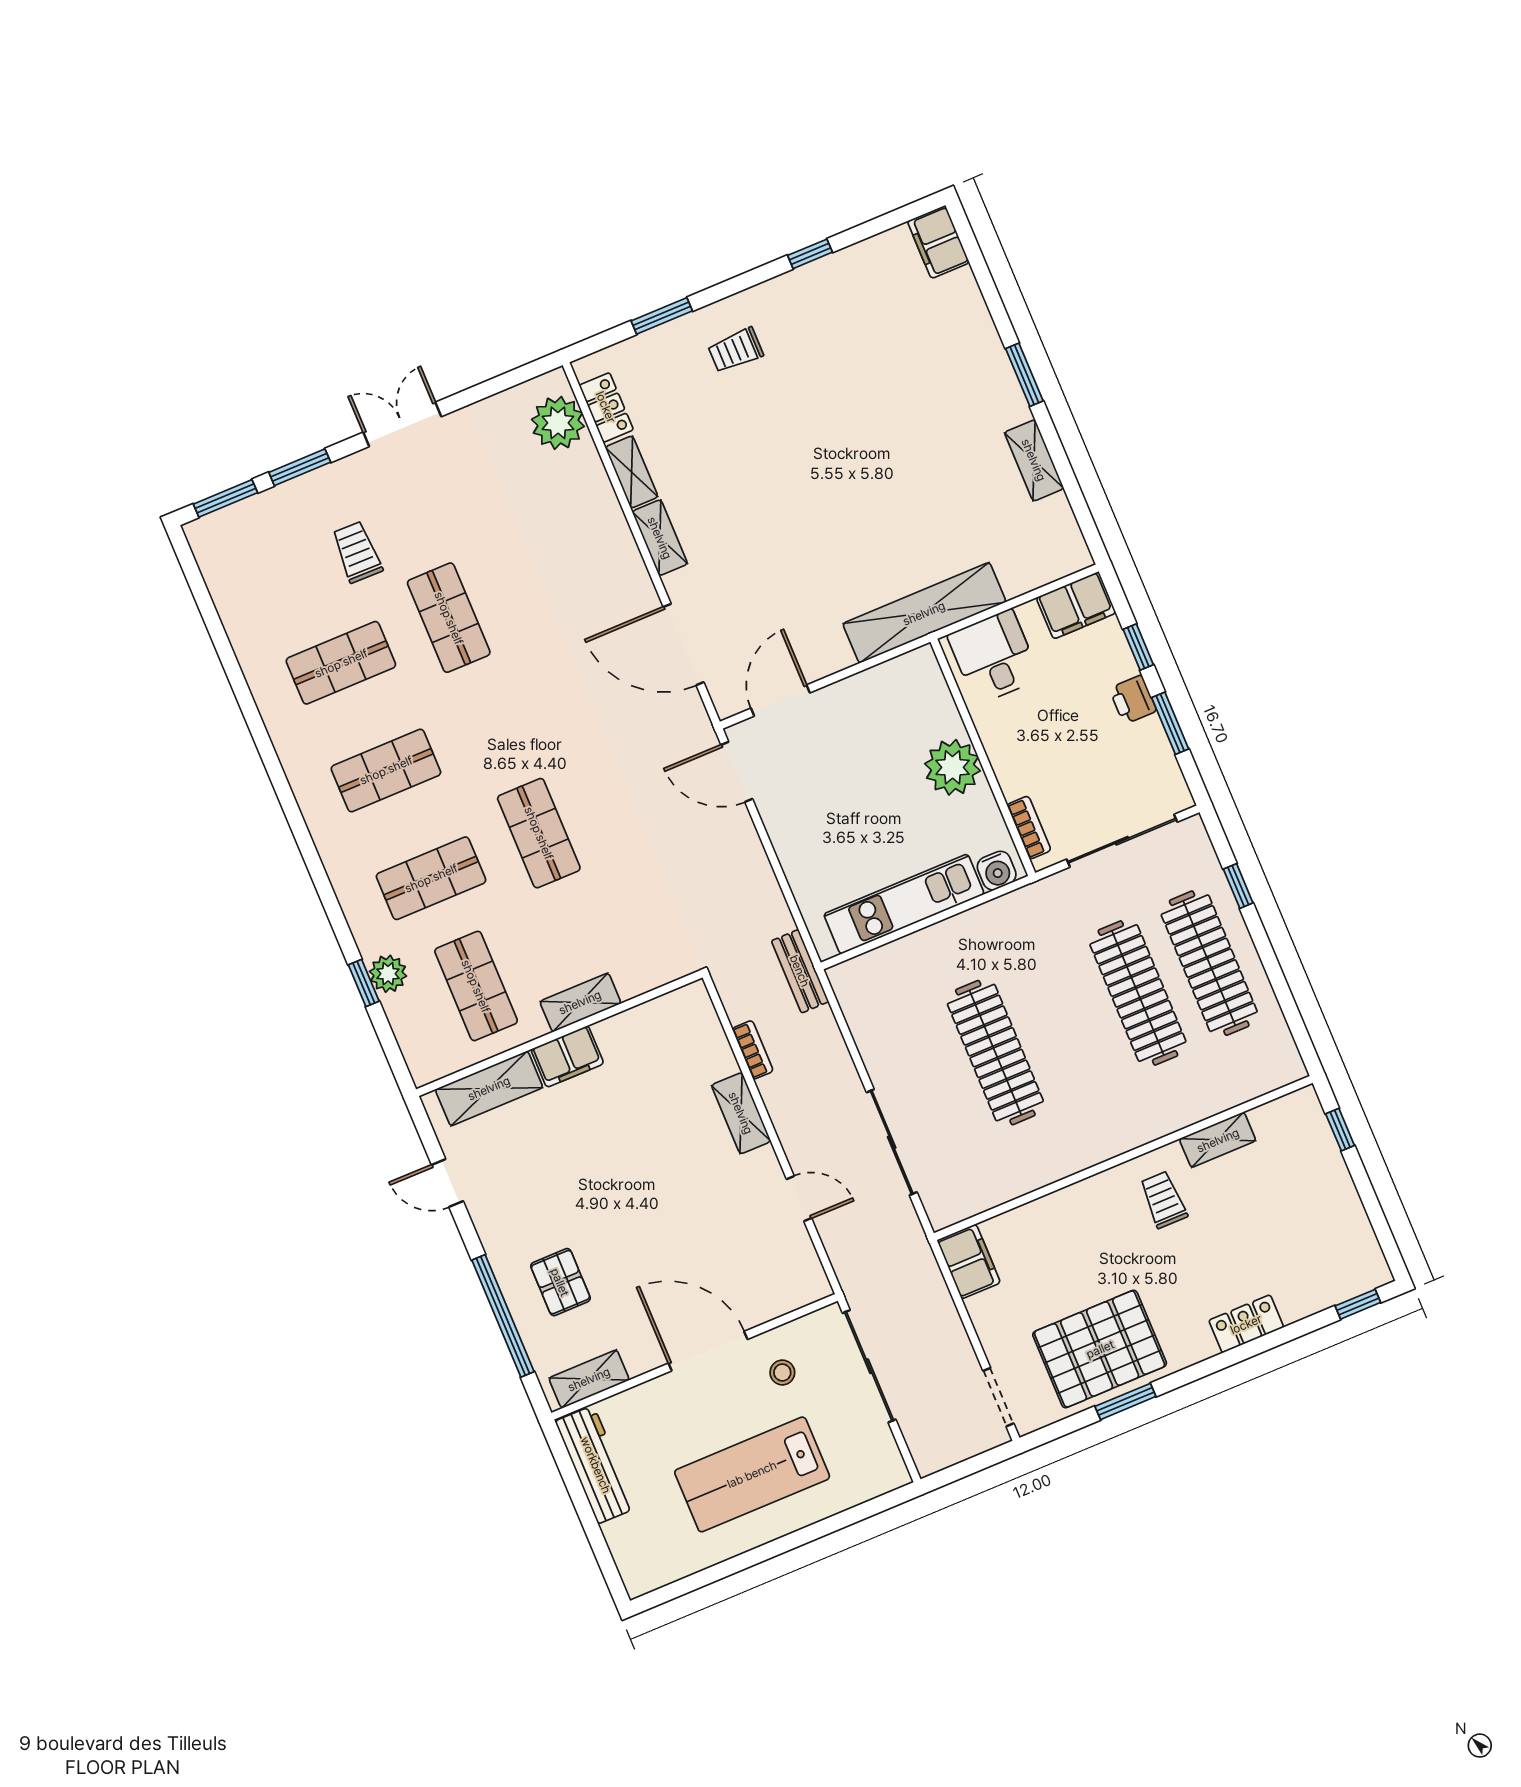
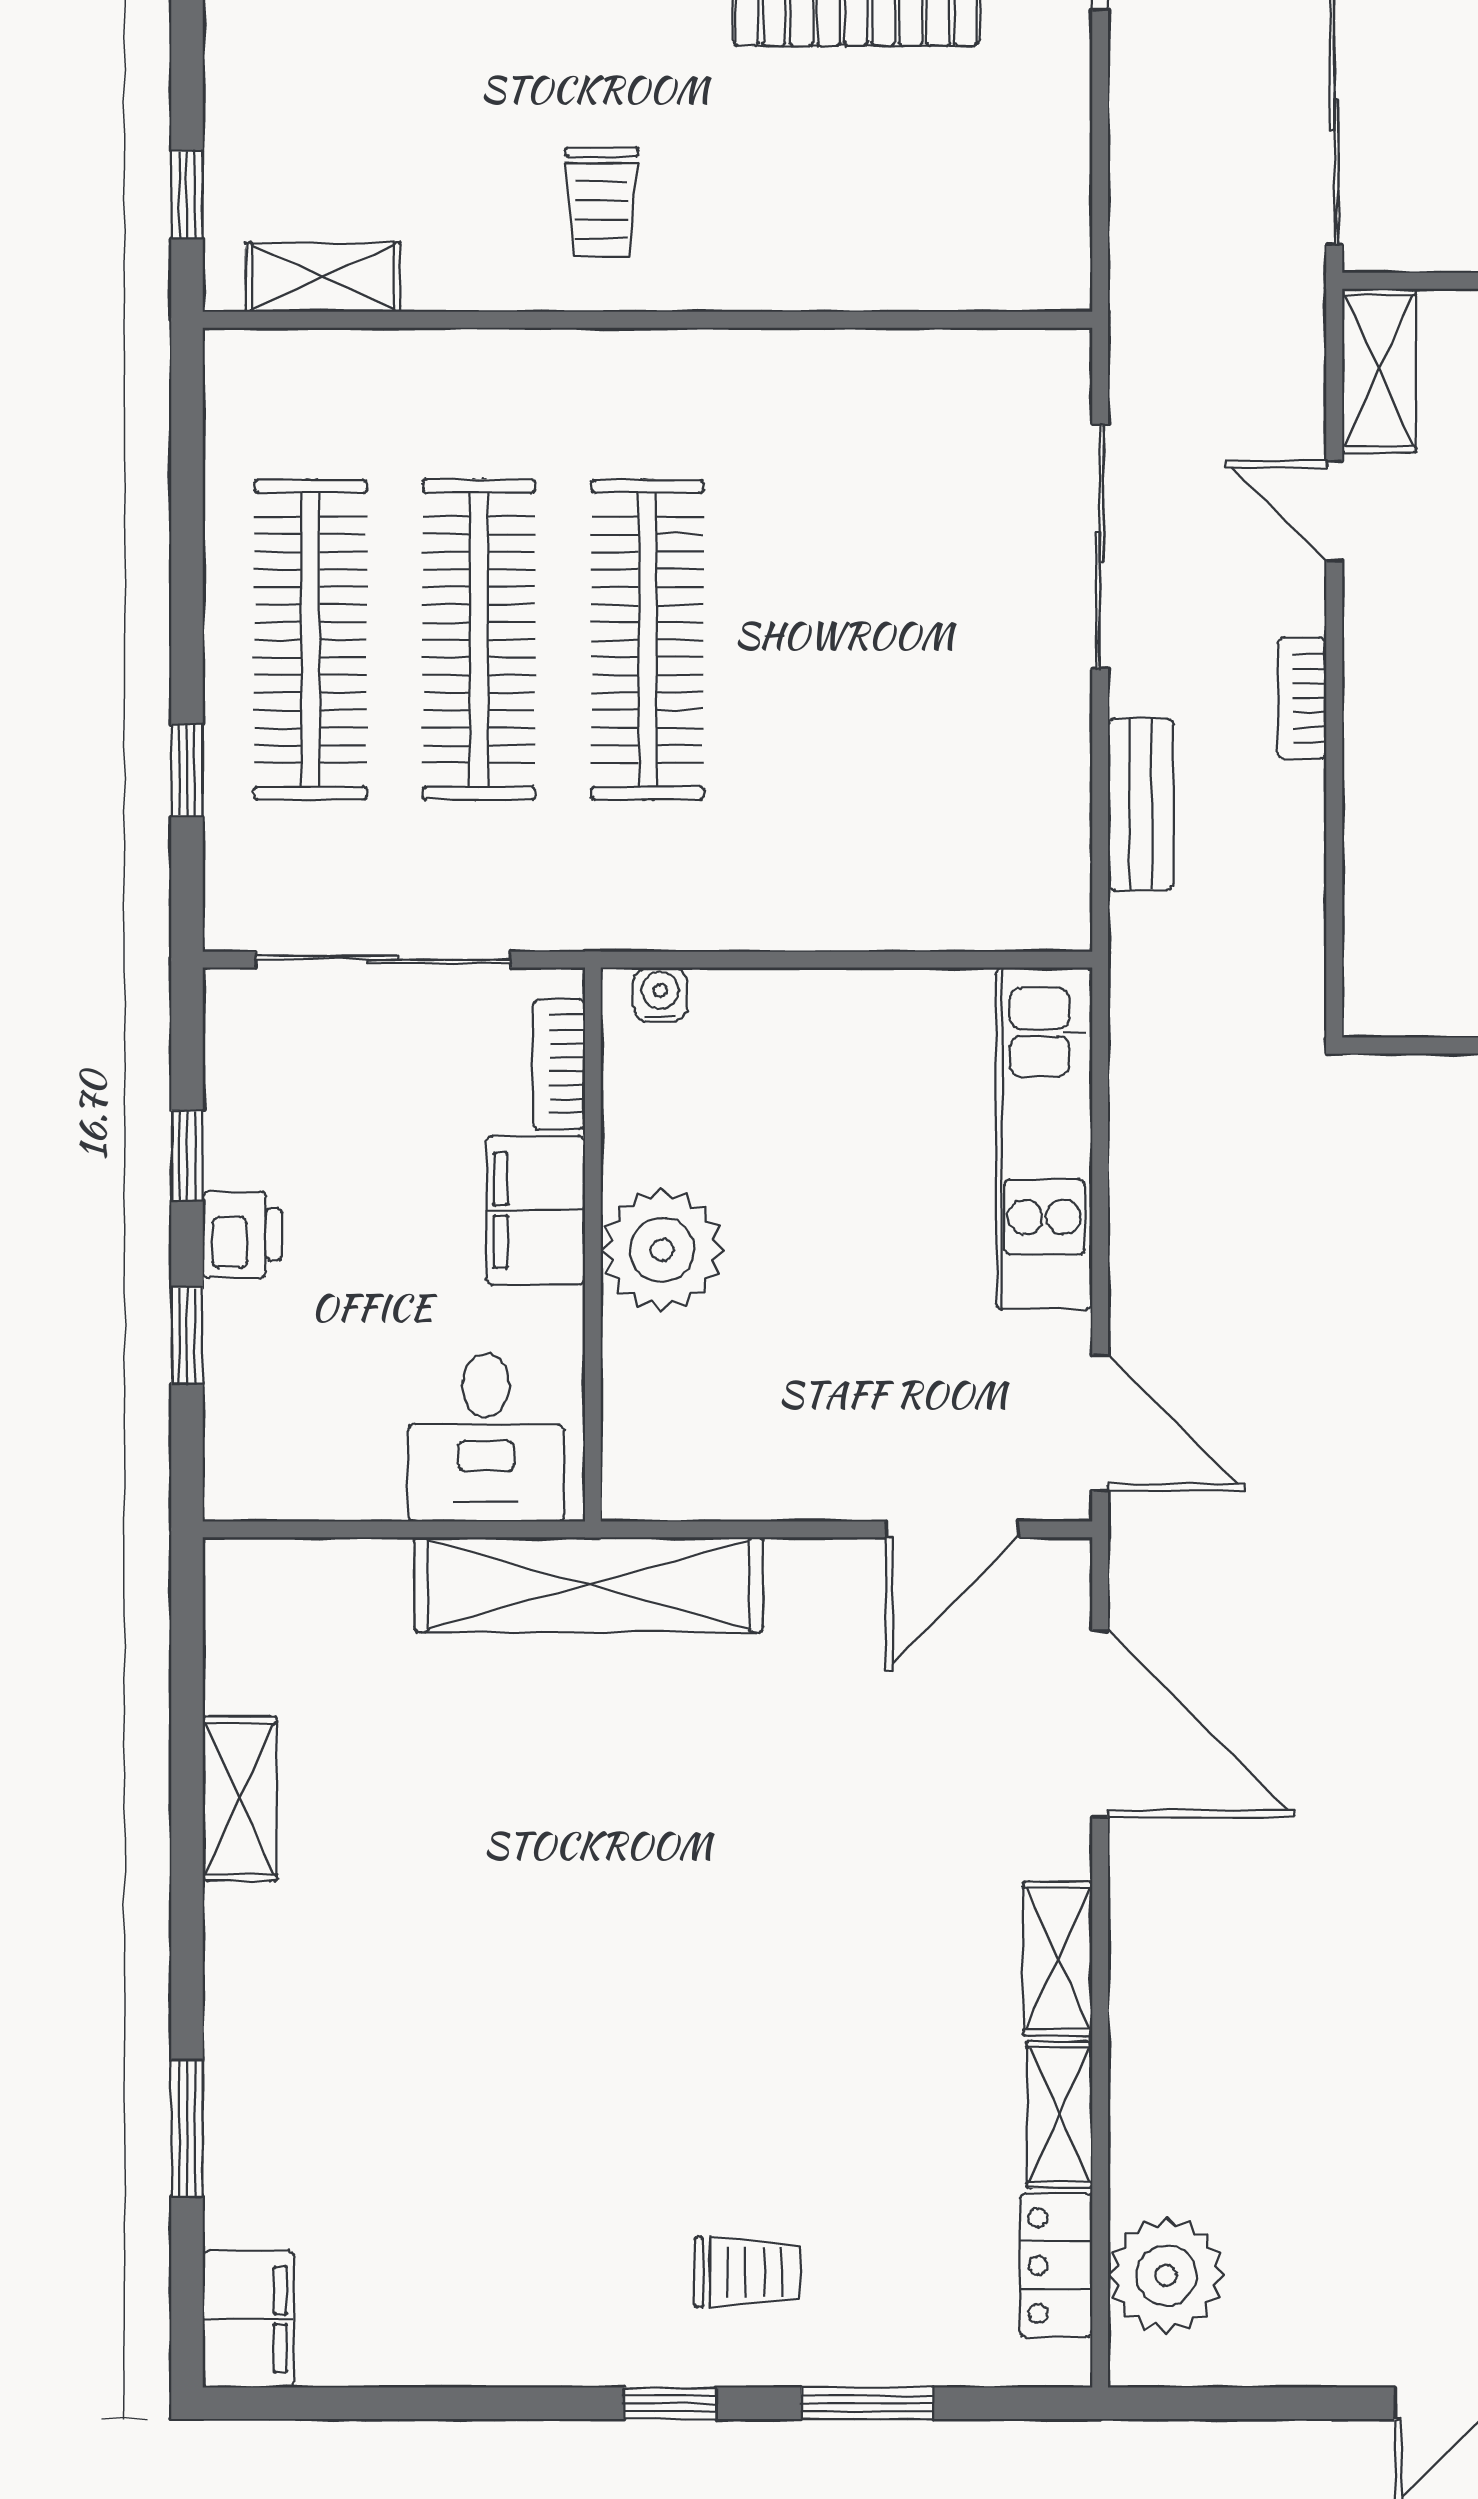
window: (810, 254) -> (670, 2403), moved
window: (1024, 375) -> (187, 2129), moved
filing cabinet: (1076, 605) -> (535, 1210), moved, turned -90
window: (1170, 723) -> (187, 1156), width x0.67
water cooler: (997, 871) -> (660, 995), width x0.72, depth x0.72
kitchen unit: (904, 904) -> (1044, 1138), moved, turned 90
bench: (800, 971) -> (1141, 804), moved
bookcase: (753, 1050) -> (1302, 698), moved
clothes rail: (995, 1053) -> (647, 640), moved
shelving: (741, 1113) -> (1379, 371), moved
shelving: (1218, 1140) -> (323, 277), moved
filing cabinet: (969, 1261) -> (1046, 242), removed

